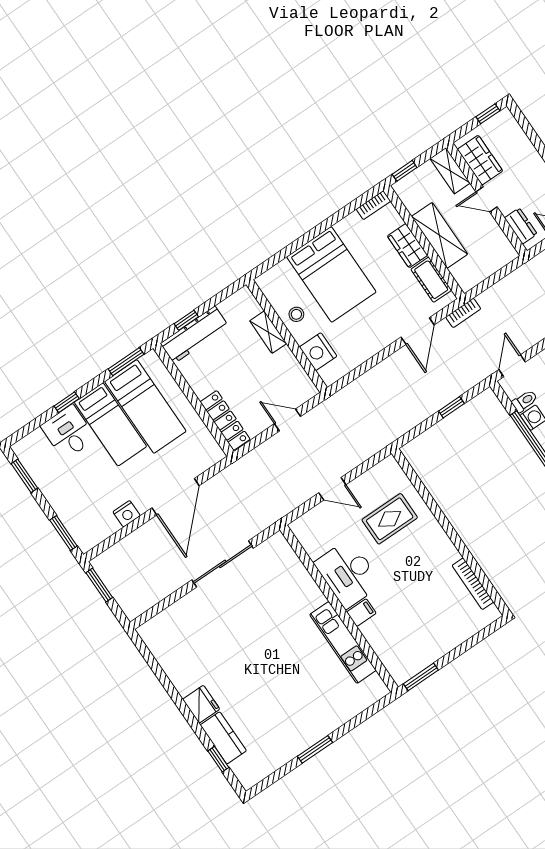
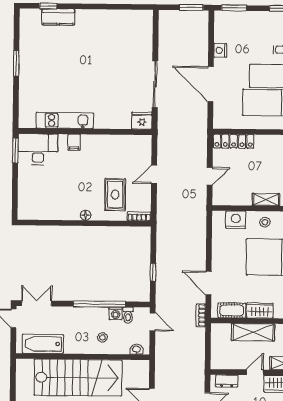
floor lamp: (440, 537) -> (86, 215), added
desk: (348, 574) -> (38, 149), moved
bookcase: (473, 584) -> (139, 216), moved, width x0.64
fridge: (201, 704) -> (142, 121), moved, turned 180

